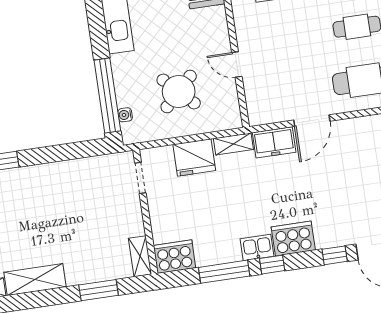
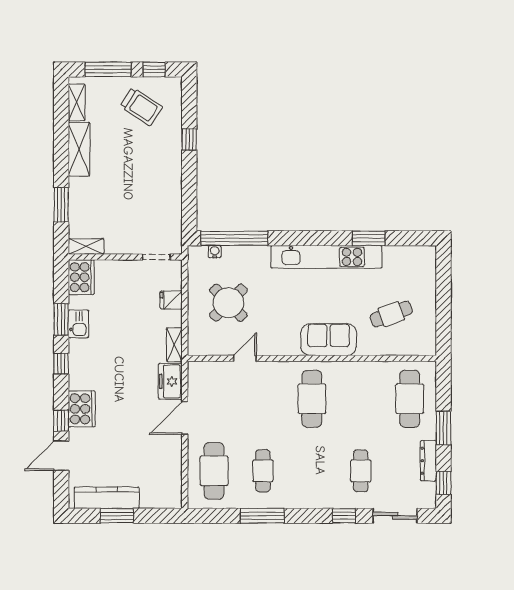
door: (312, 121) -> (185, 418), hinge flipped
fridge: (194, 157) -> (171, 300), width x0.53, depth x0.75
cooker: (293, 239) -> (82, 409), moved
kitchen sink: (257, 248) -> (78, 324), moved
window: (224, 272) -> (61, 320), width x0.69

